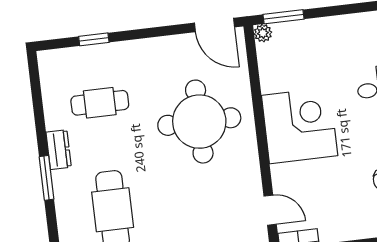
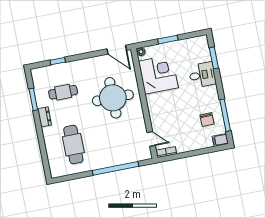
window: (284, 17) -> (168, 40), moved
corner desk: (300, 126) -> (158, 74), moved
window: (47, 178) -> (33, 99), moved

